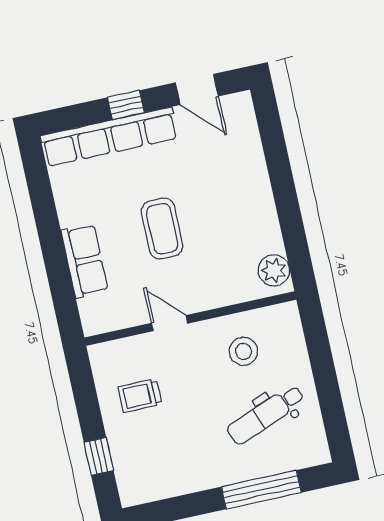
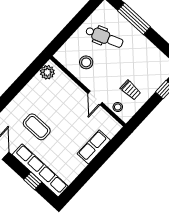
window: (126, 105) -> (33, 181), moved
coffee table: (162, 229) -> (37, 127), moved, turned 90
stool: (126, 352) -> (118, 107), added

